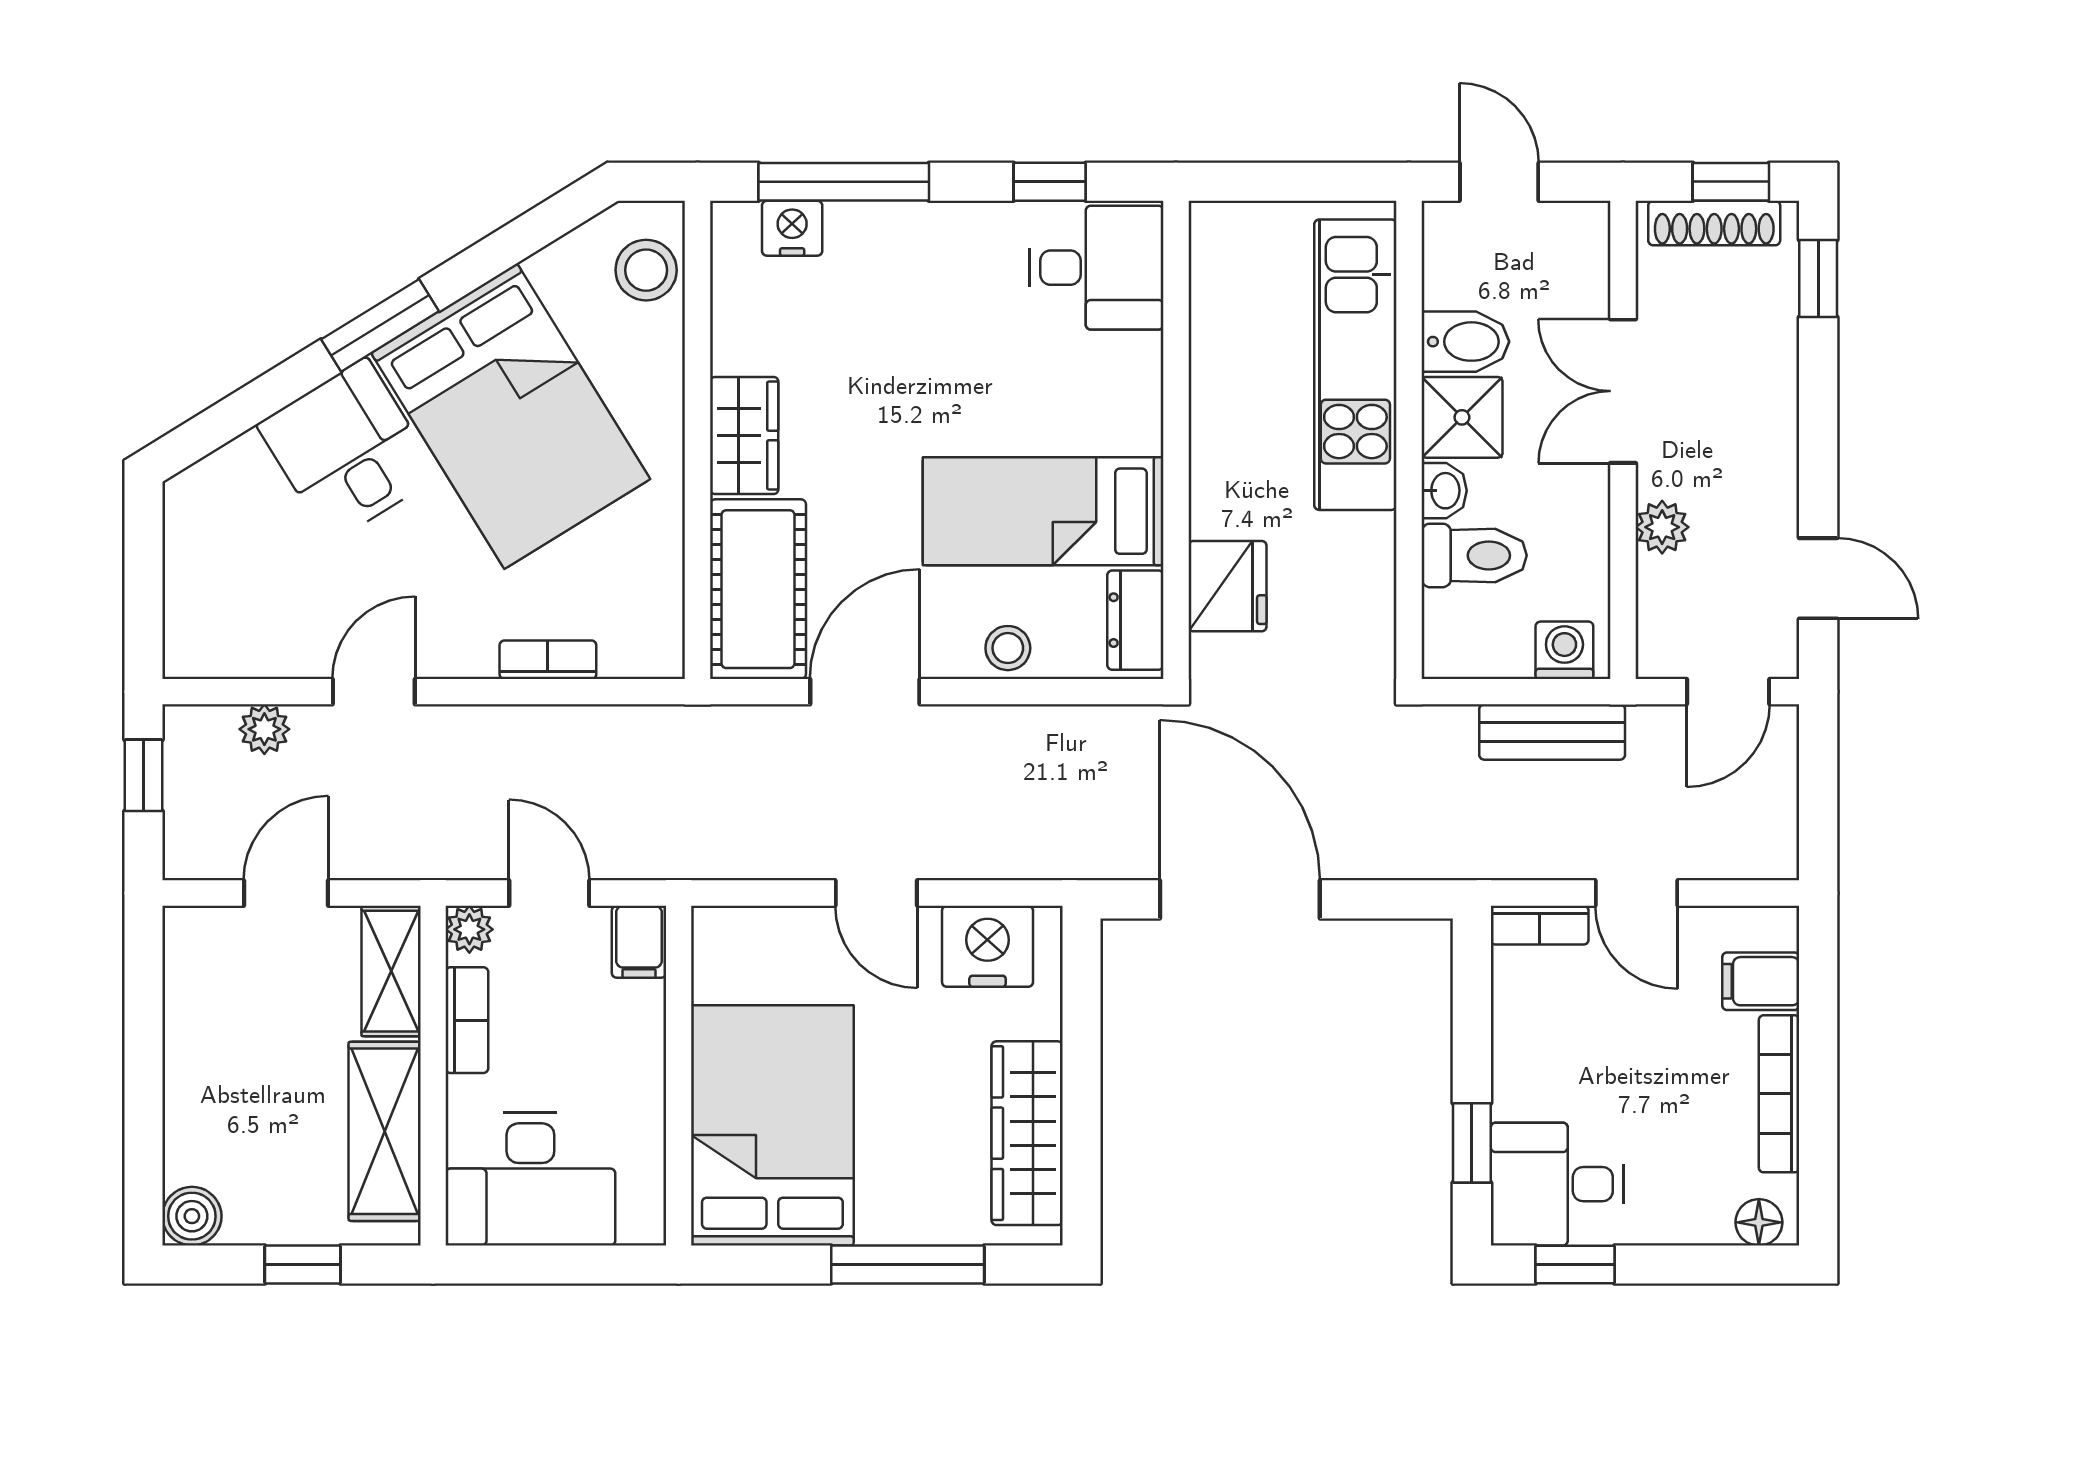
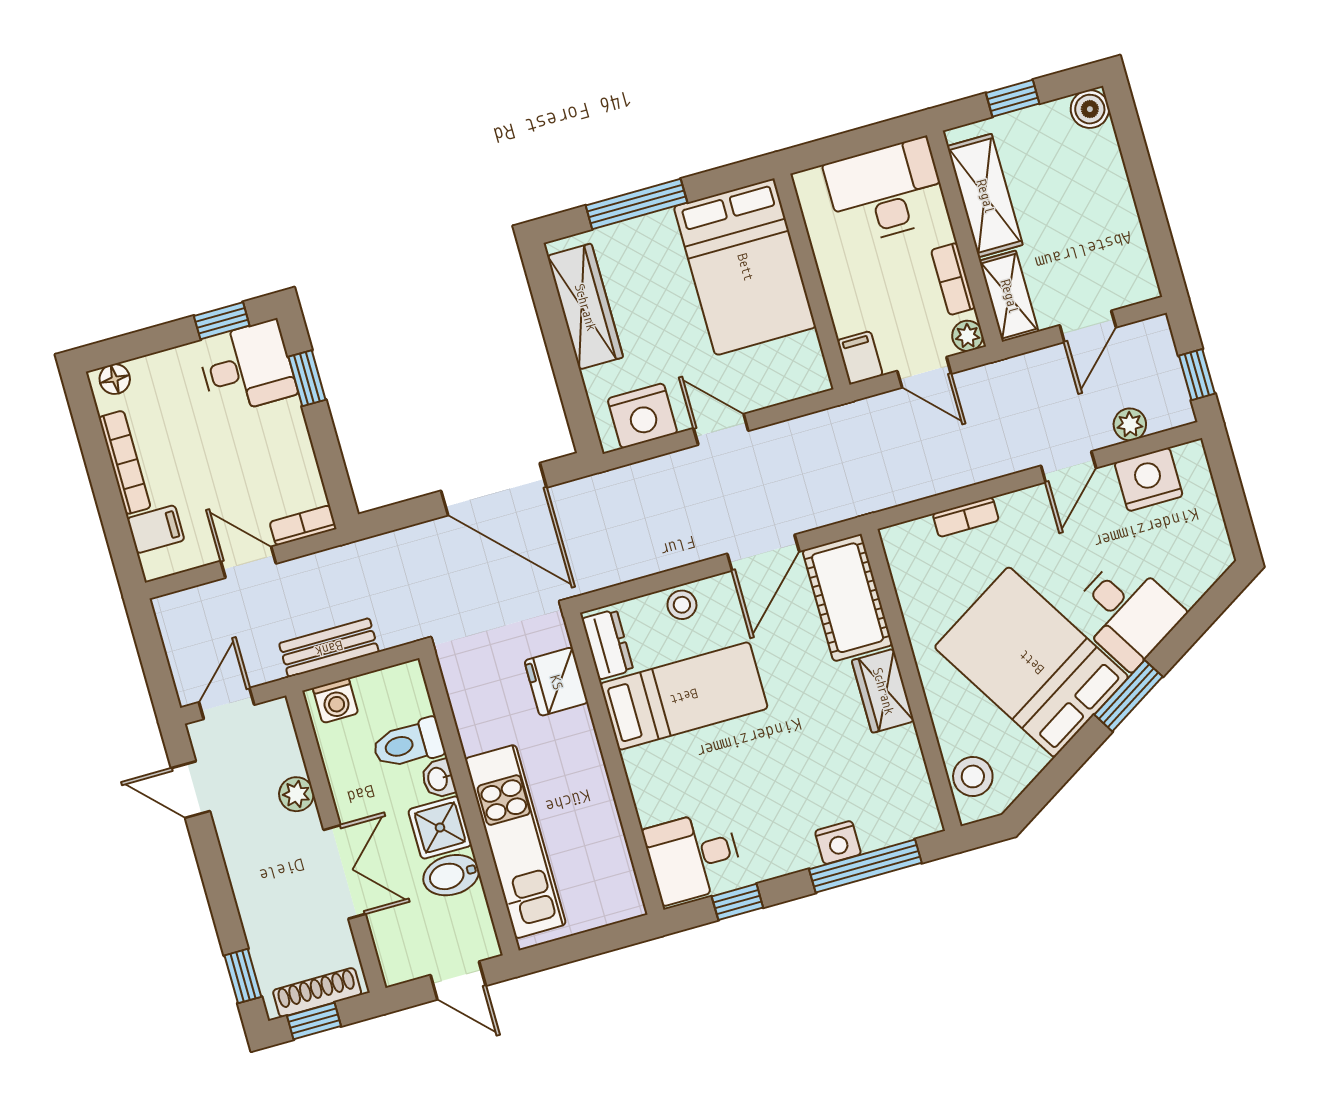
nightstand: (792, 228) -> (838, 842), moved
nightstand: (259, 639) -> (1149, 479), added

